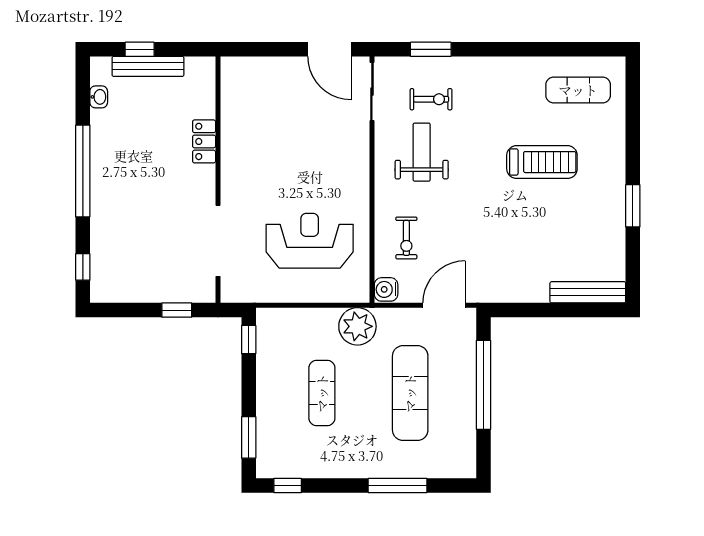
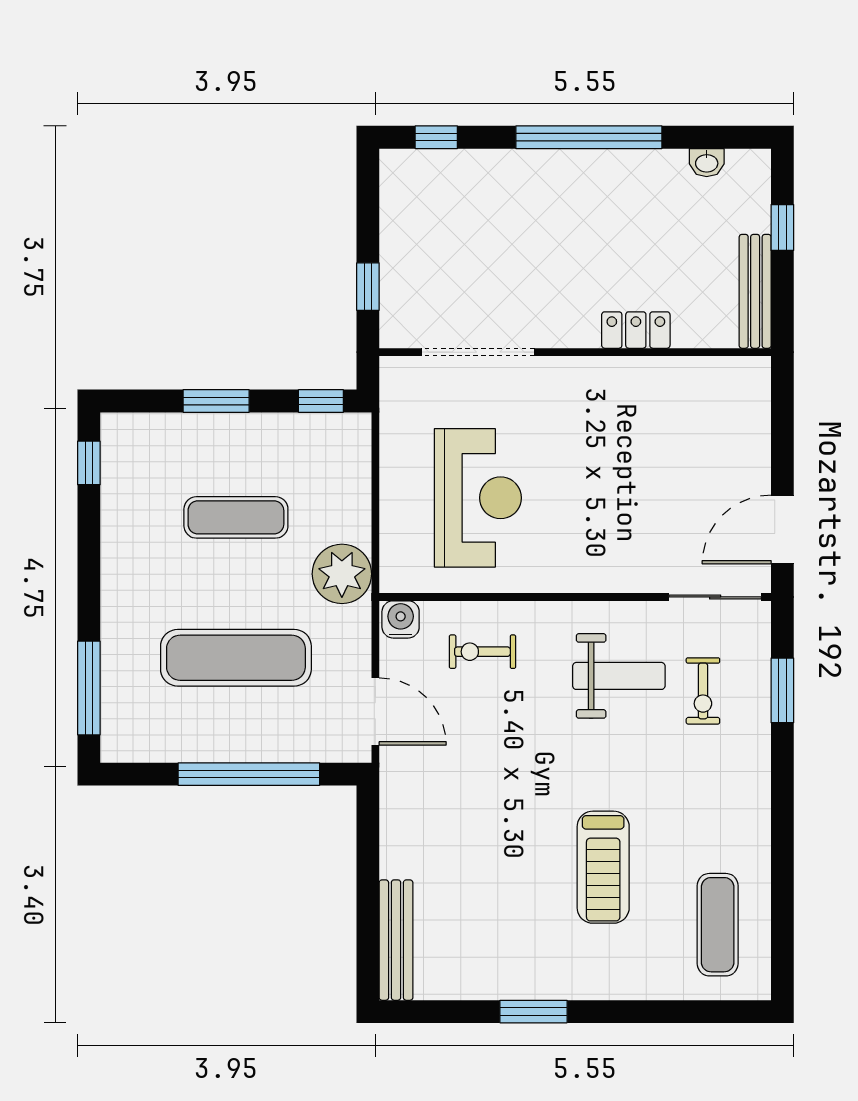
bench: (148, 66) -> (755, 291), moved
window: (249, 437) -> (216, 401), moved
window: (398, 485) -> (89, 688), moved

